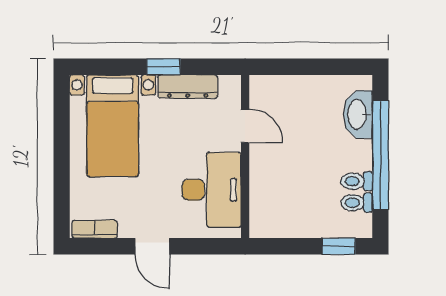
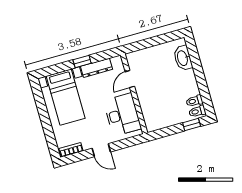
door: (245, 126) -> (130, 79), swing flipped
window: (380, 155) -> (199, 75), removed
toilet: (357, 181) -> (197, 111), moved

